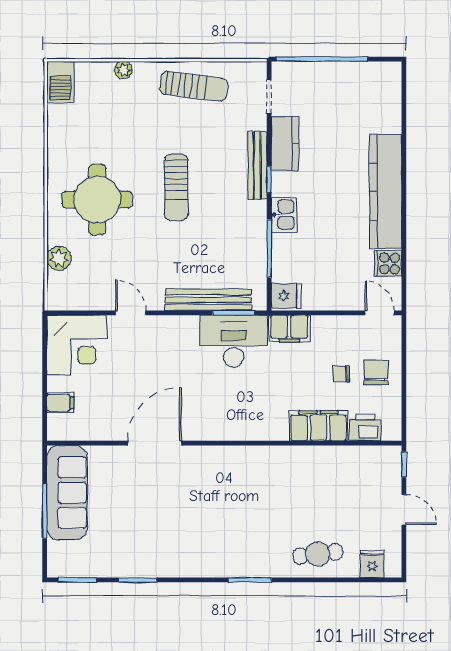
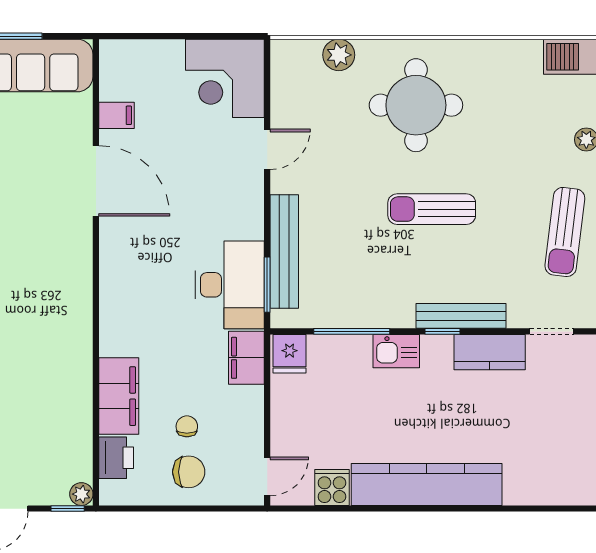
filing cabinet: (60, 403) -> (116, 115), moved, turned -90
plant: (393, 454) -> (81, 494), added

